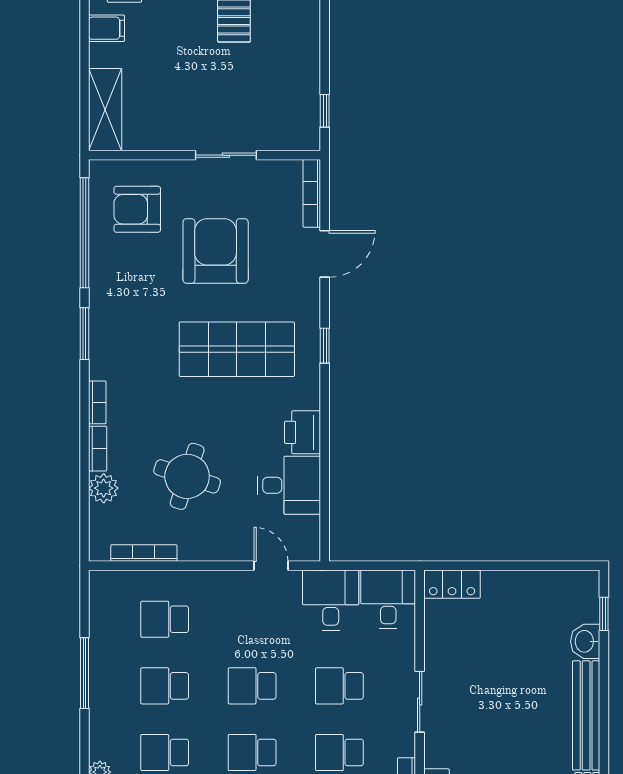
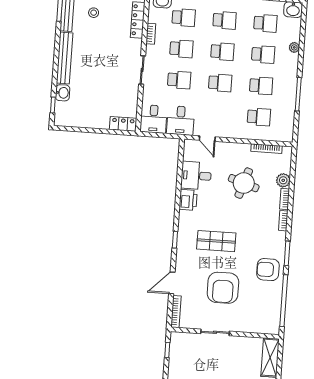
armchair: (137, 209) -> (268, 270), moved, turned 180
shop shelf: (237, 349) -> (216, 241), width x0.70, depth x0.74

